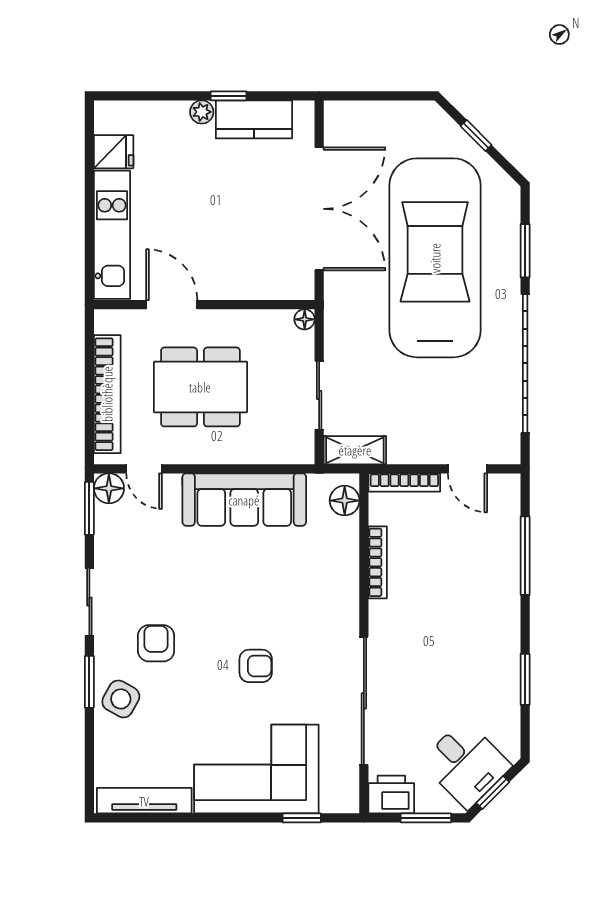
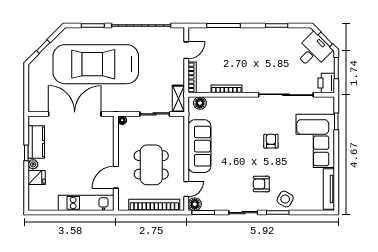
fridge: (114, 152) -> (37, 177), moved, turned 90

